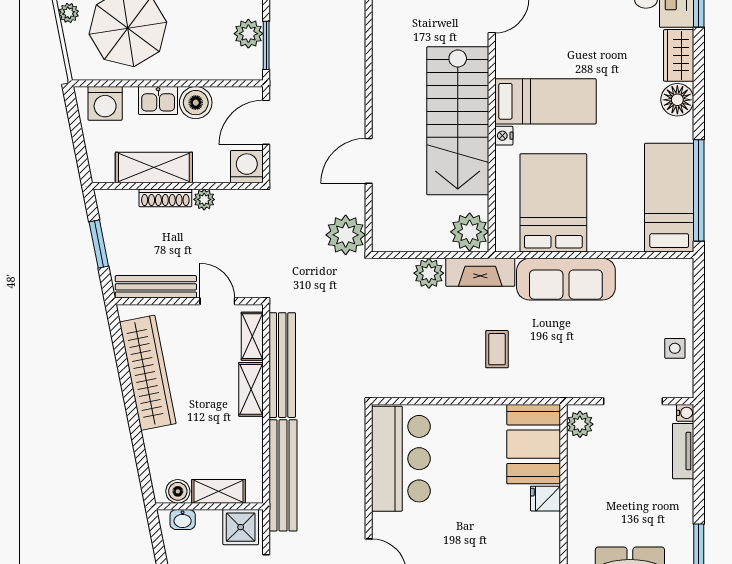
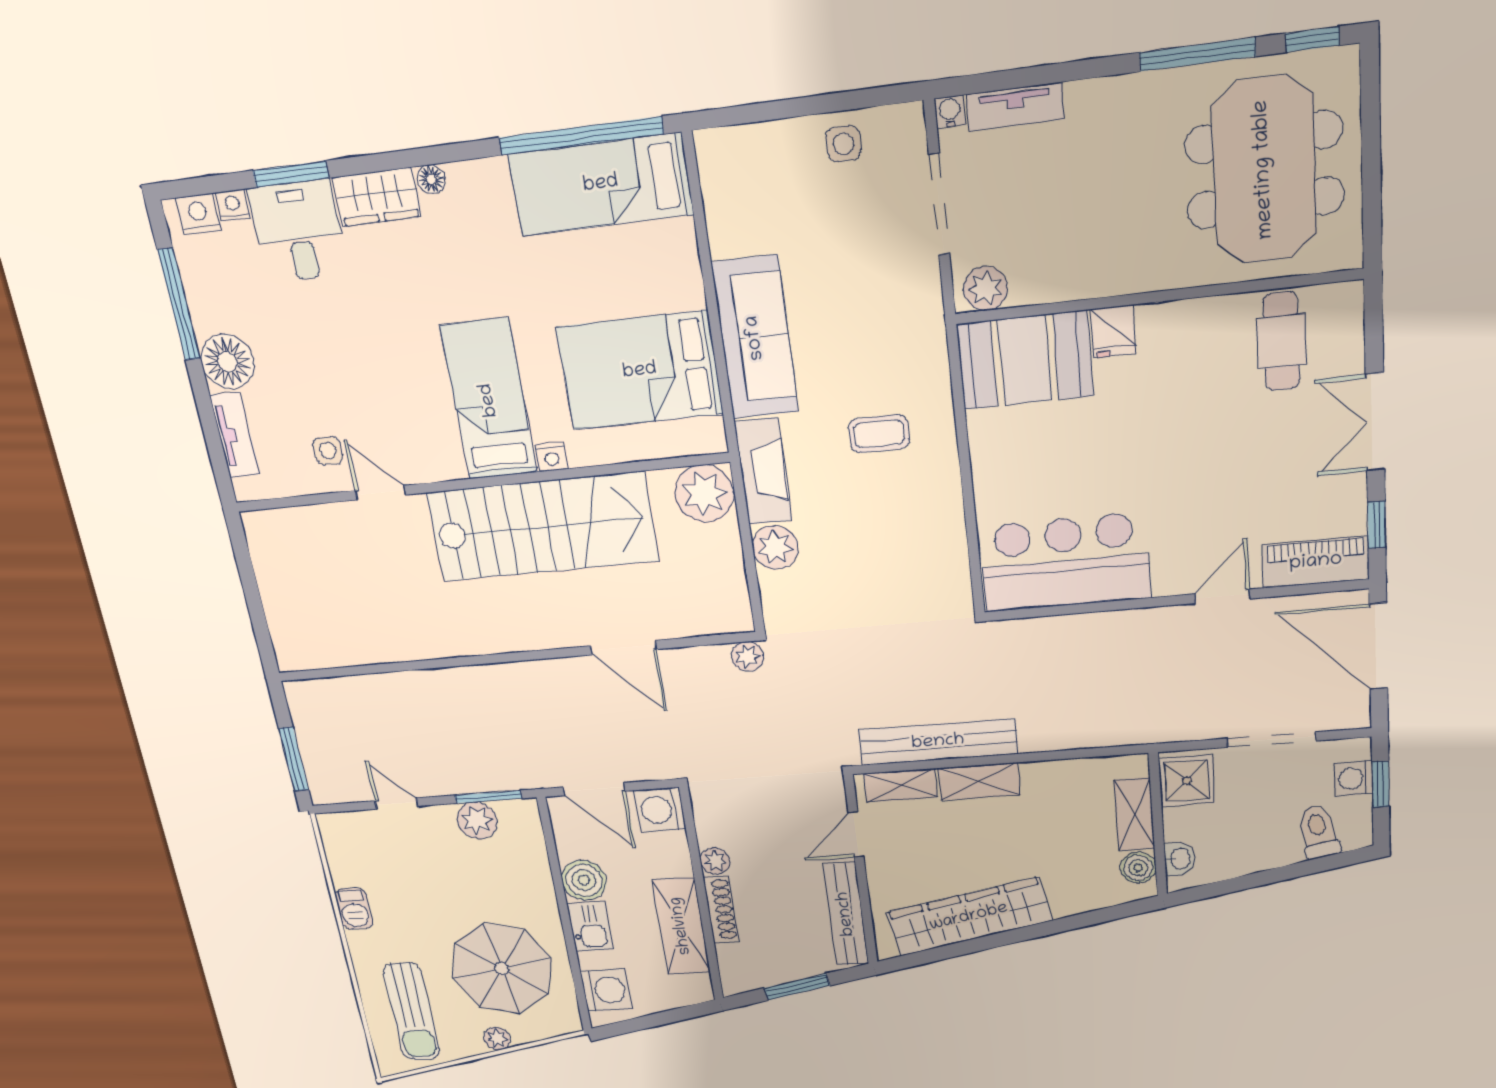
floor lamp: (677, 100) -> (431, 179), width x0.53, depth x0.53
plant: (346, 235) -> (747, 656), width x0.53, depth x0.53
bench: (283, 475) -> (1104, 728), removed

